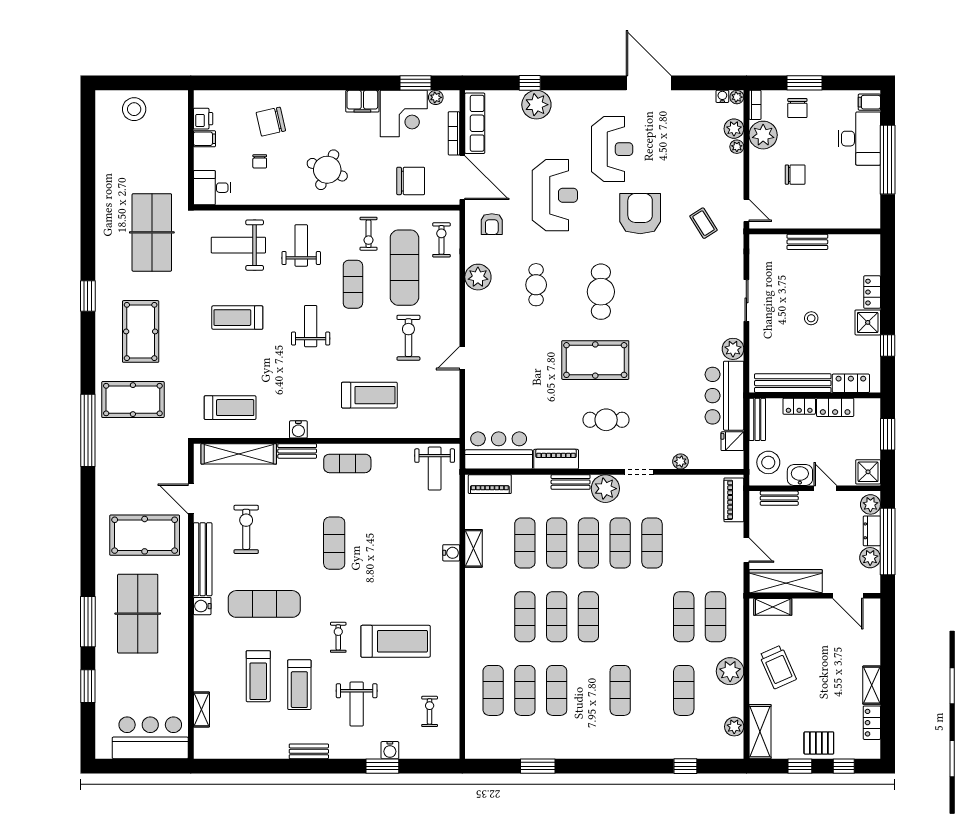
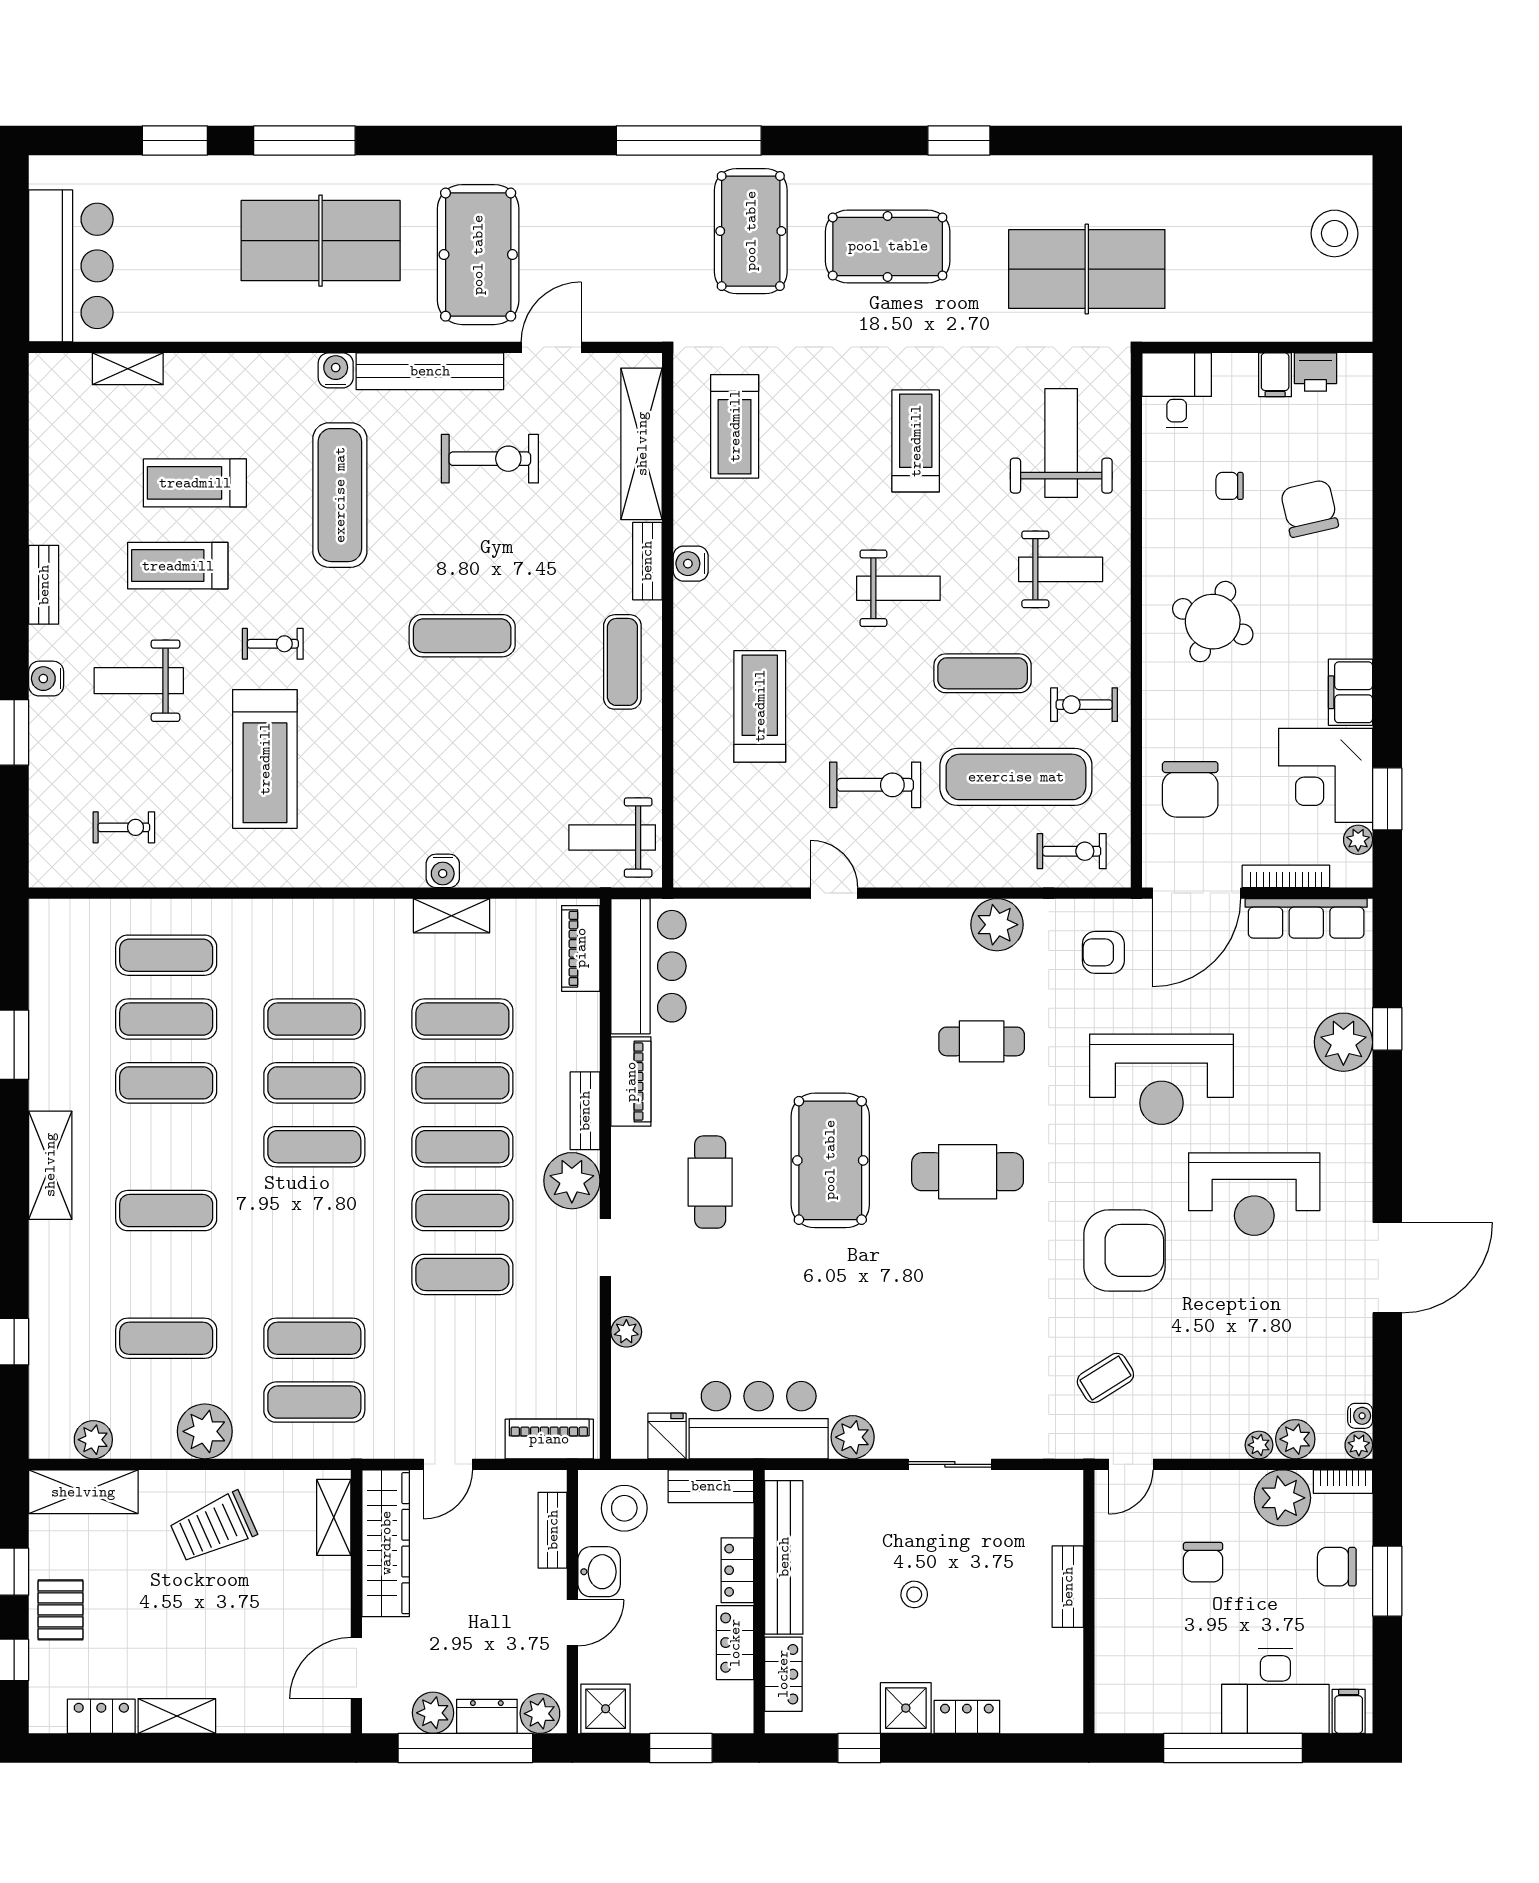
treadmill: (369, 395) -> (760, 706), turned 180
shelving: (598, 748) -> (50, 1165), added
water cooler: (390, 750) -> (46, 679), moved

